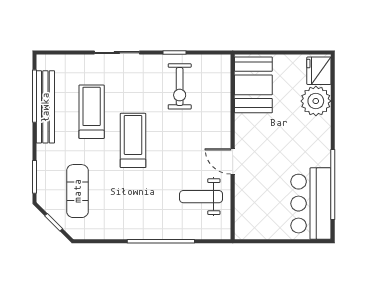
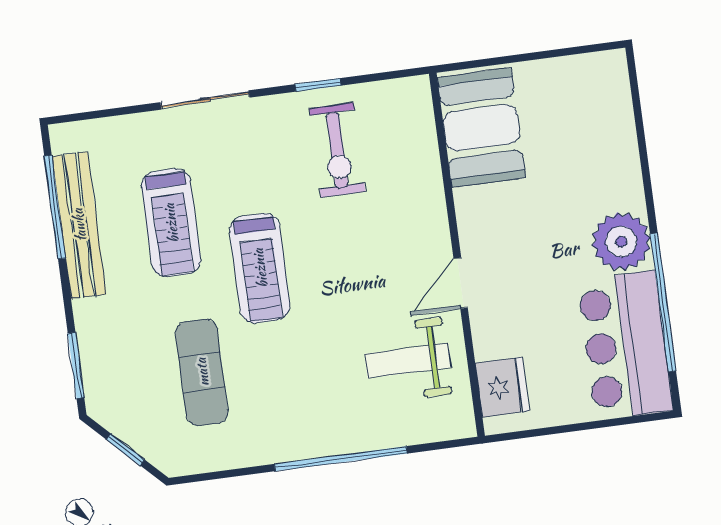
fridge: (319, 71) -> (502, 387), moved, turned 180
plant: (316, 101) -> (621, 242), moved
treadmill: (92, 112) -> (171, 223), turned 180
treadmill: (133, 140) -> (260, 268), turned 180
door: (233, 161) -> (461, 283), hinge flipped
exercise mat: (77, 191) -> (202, 372), moved

